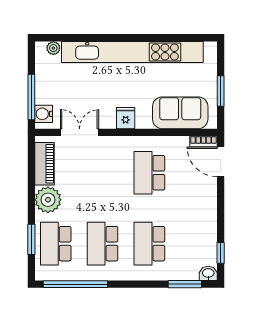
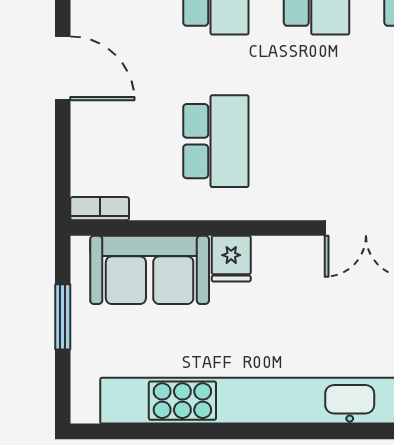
fridge: (126, 118) -> (231, 259), moved
door: (221, 162) -> (63, 68), moved

